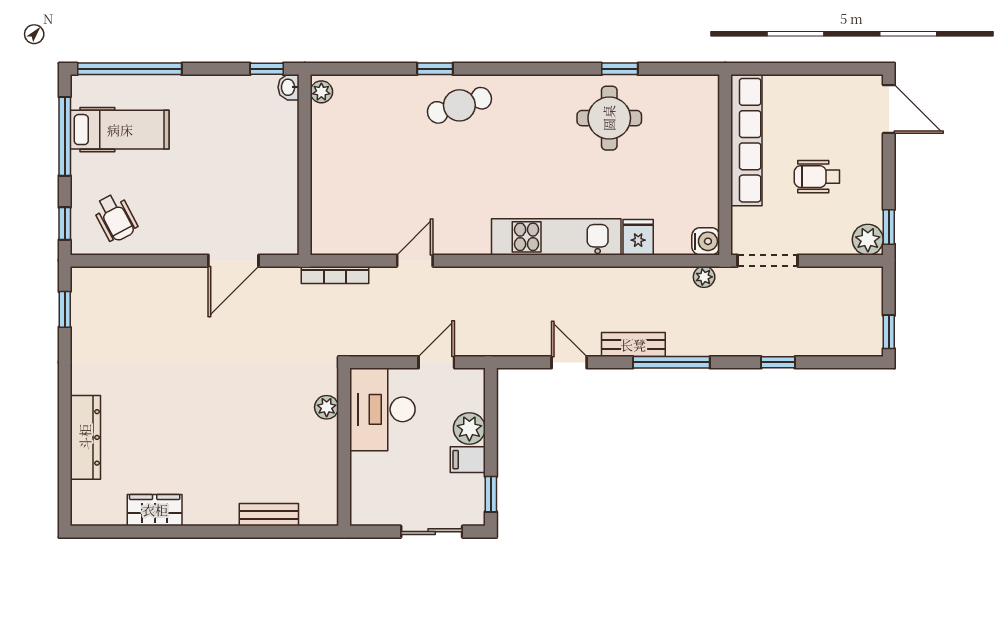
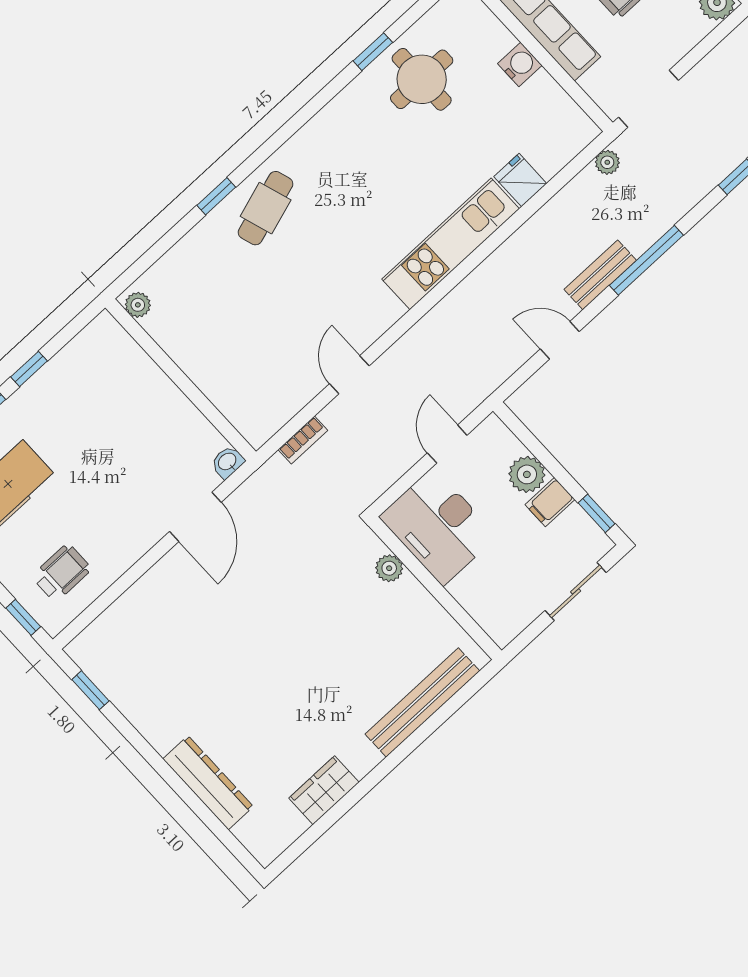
window: (267, 69) -> (29, 369), moved
washbasin: (289, 87) -> (228, 462), moved, turned 90
round table: (609, 118) -> (422, 79), moved
wheelchair: (115, 218) -> (62, 573), turned -62
water cooler: (706, 241) -> (520, 64), moved
bookcase: (335, 275) -> (303, 440), width x0.64
bench: (269, 515) -> (422, 703), width x1.86, depth x1.21

